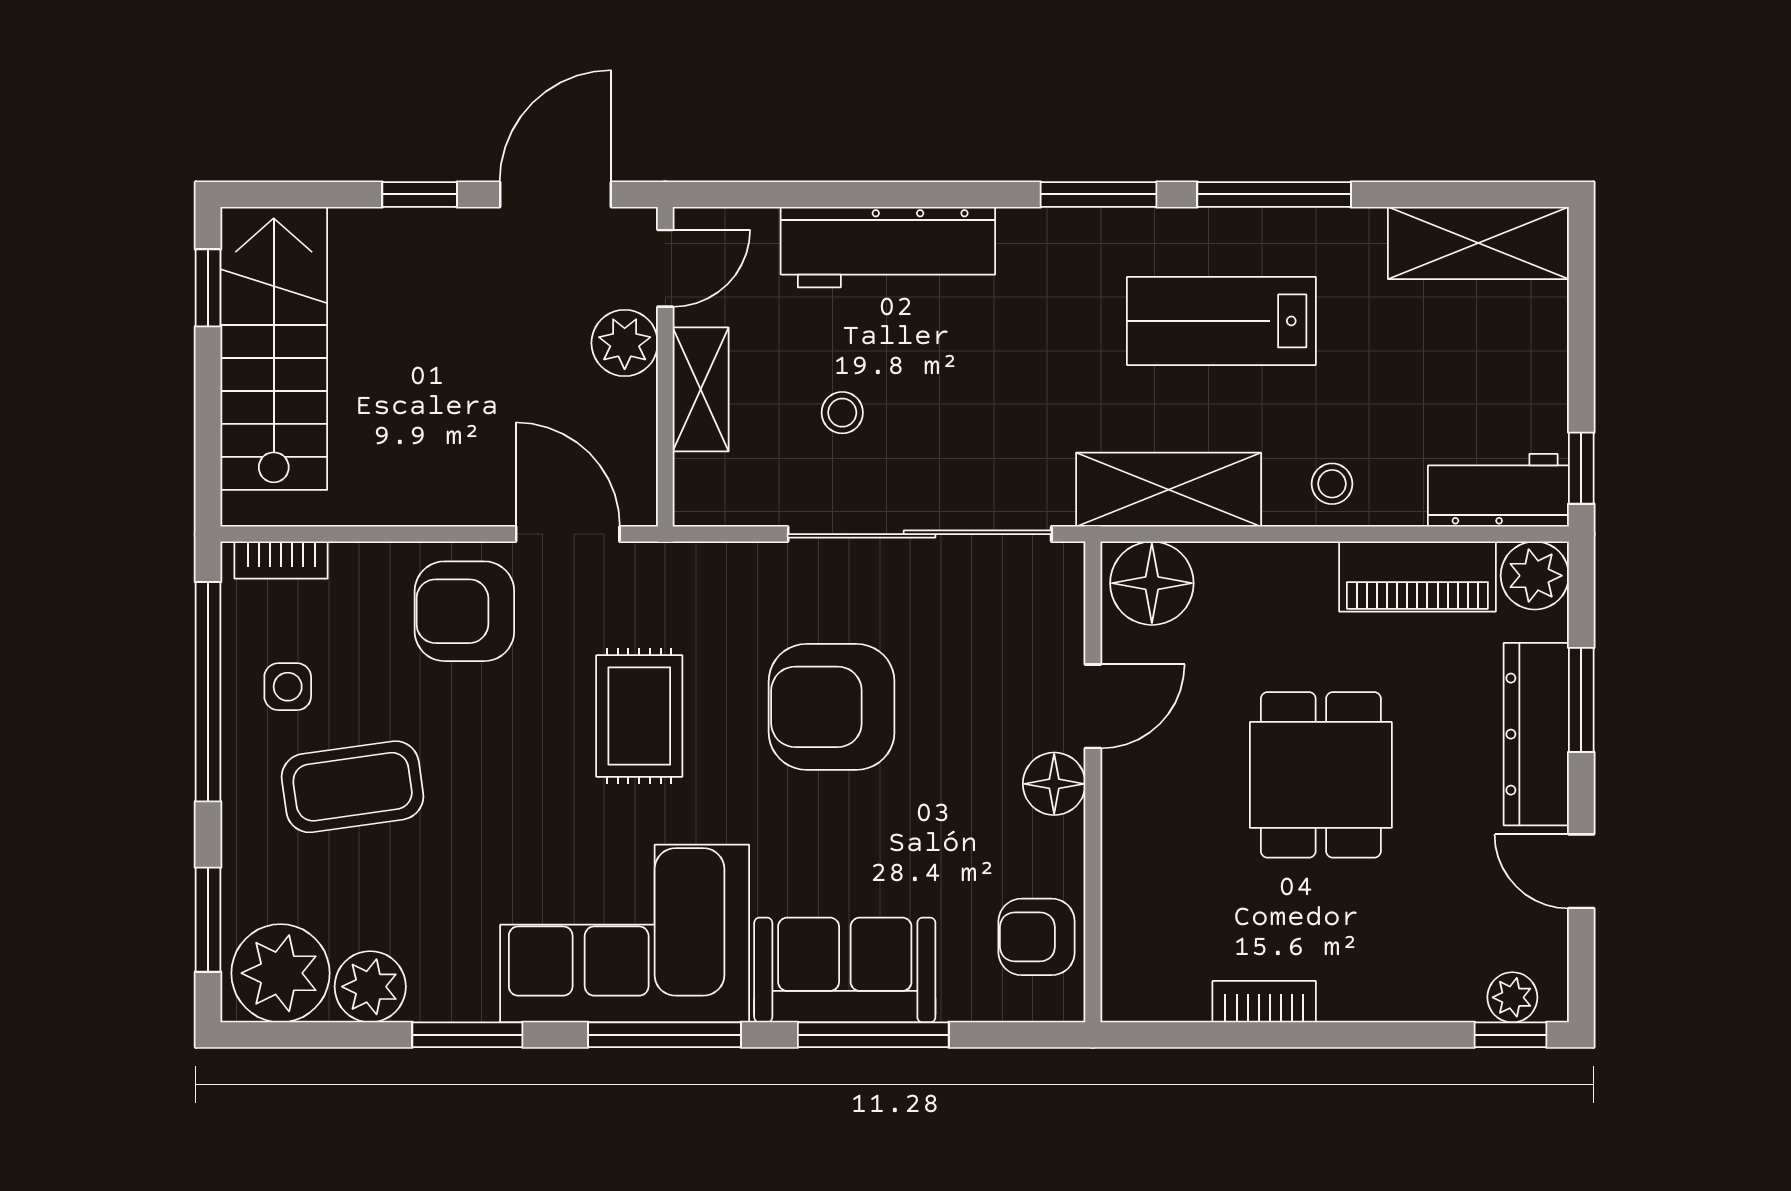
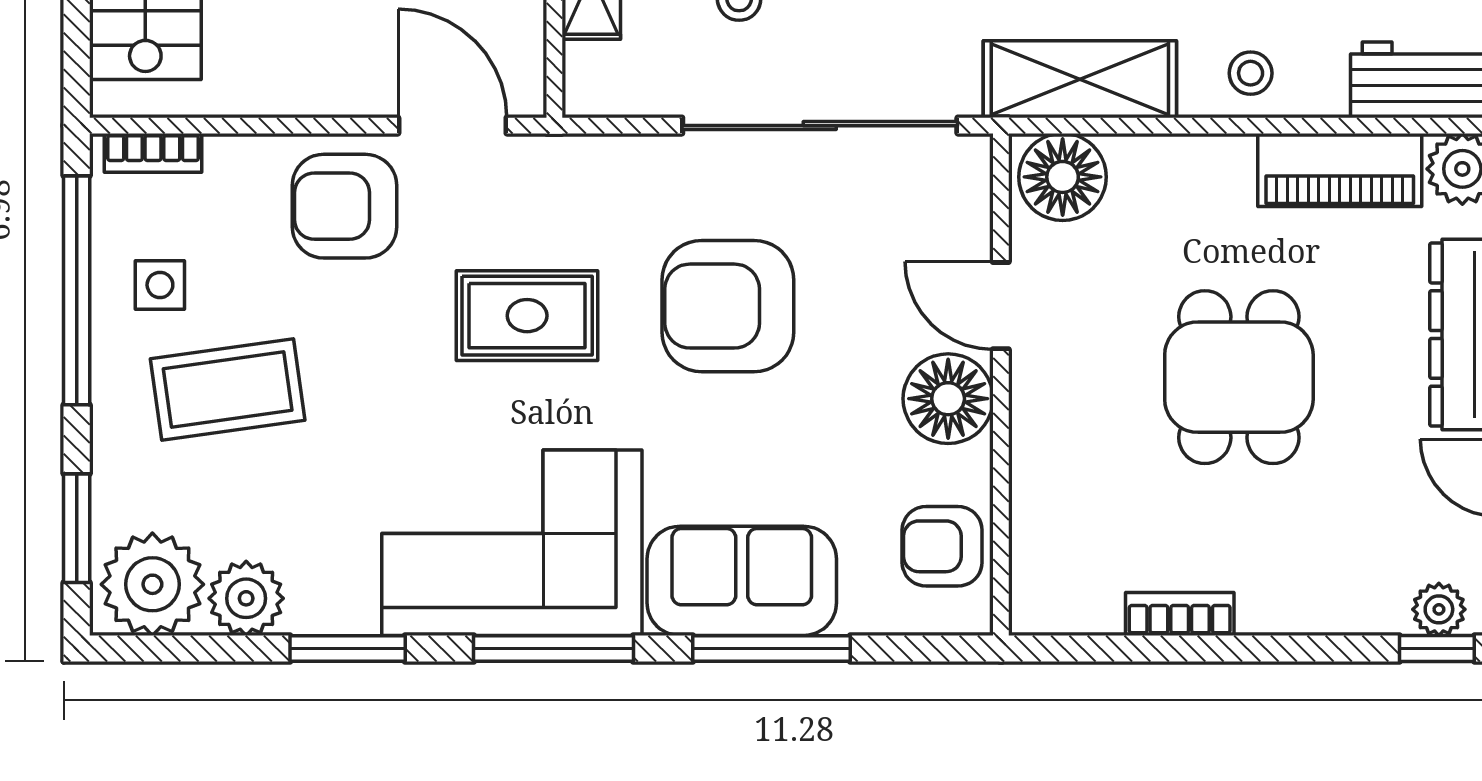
door: (1093, 706) -> (1001, 306), swing flipped
rug: (639, 716) -> (527, 316), turned 90
floor lamp: (1054, 784) -> (948, 399), width x1.38, depth x1.38

